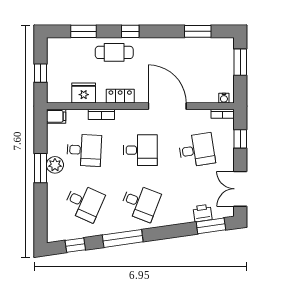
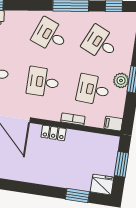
window: (130, 31) -> (36, 189), removed
cafe table: (114, 52) -> (53, 173), removed
window: (40, 73) -> (121, 164), width x1.50
fridge: (84, 93) -> (102, 185), moved, turned 180

